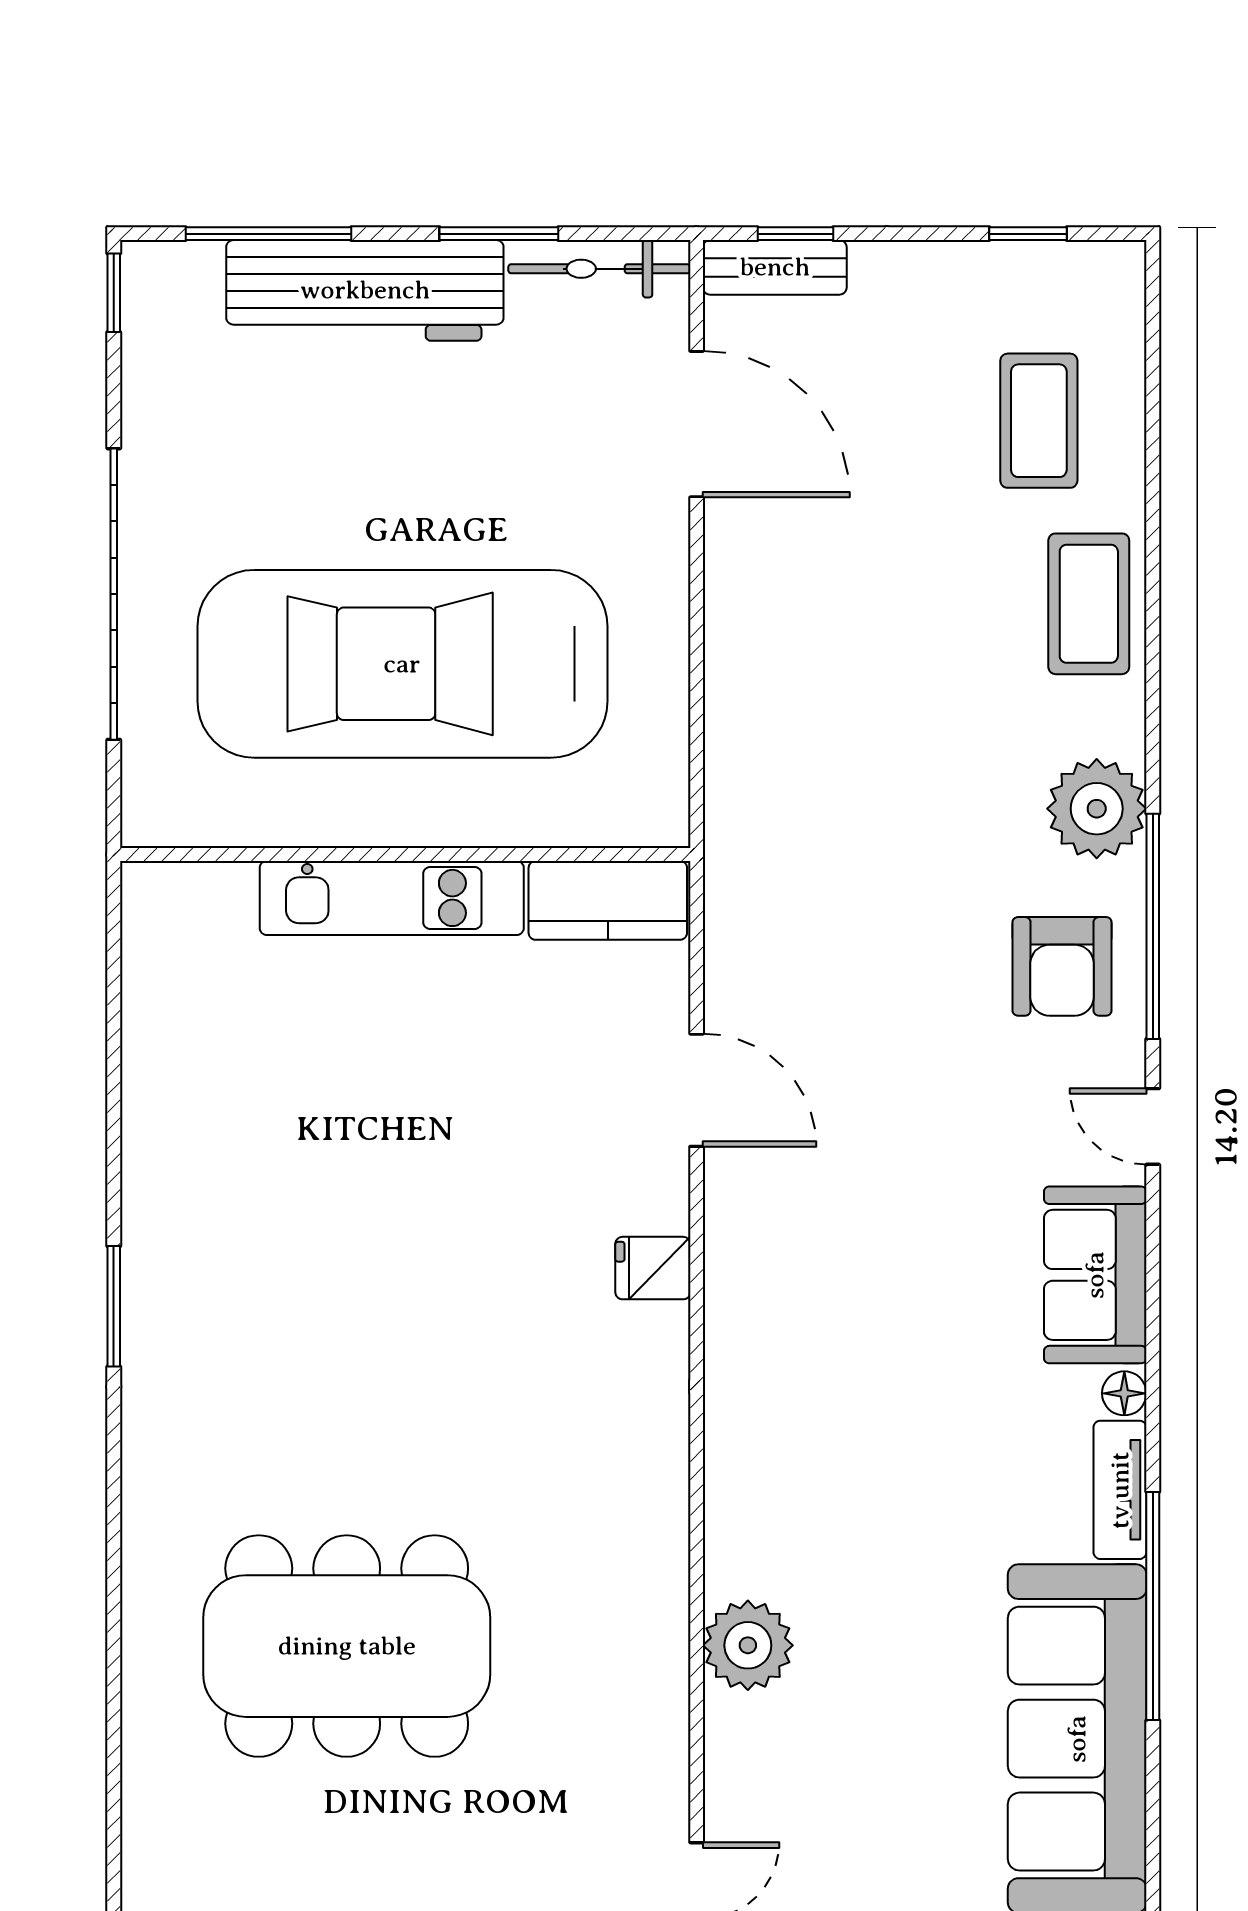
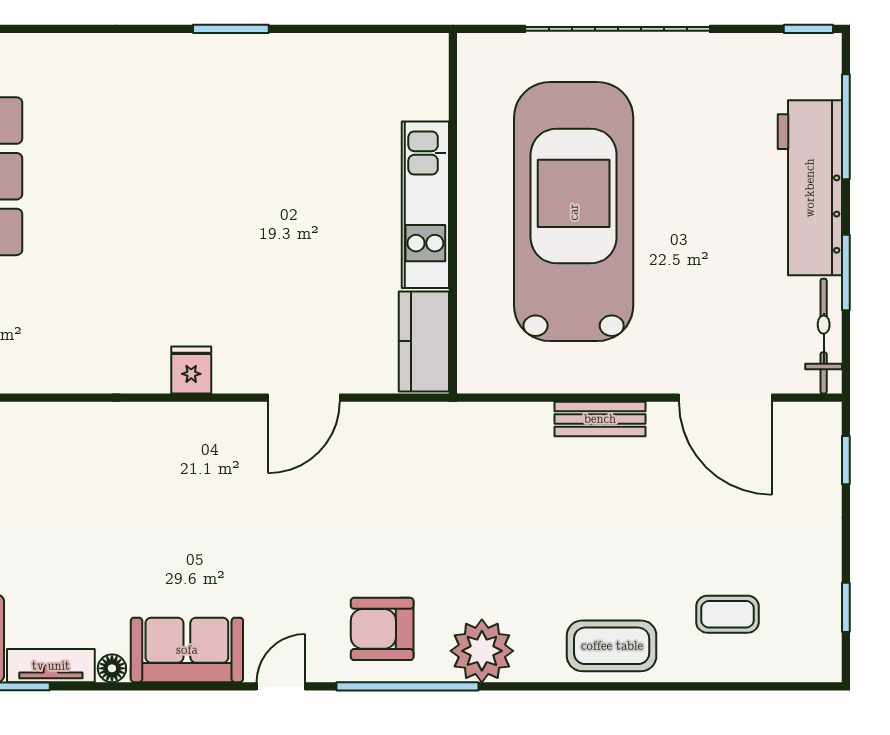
bench: (775, 267) -> (600, 419), moved, turned 90
coffee table: (1039, 421) -> (727, 614), width x0.73, depth x0.77
door: (697, 424) -> (725, 398), hinge flipped
window: (114, 1306) -> (231, 29), moved

